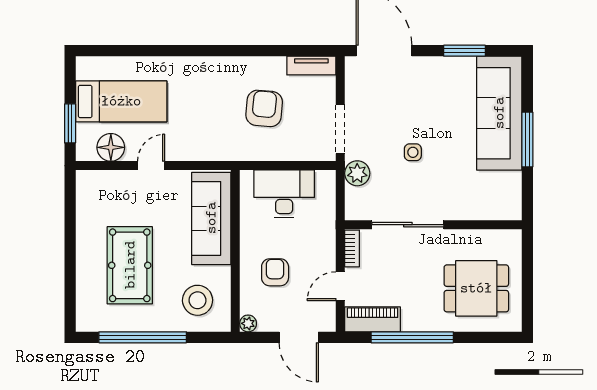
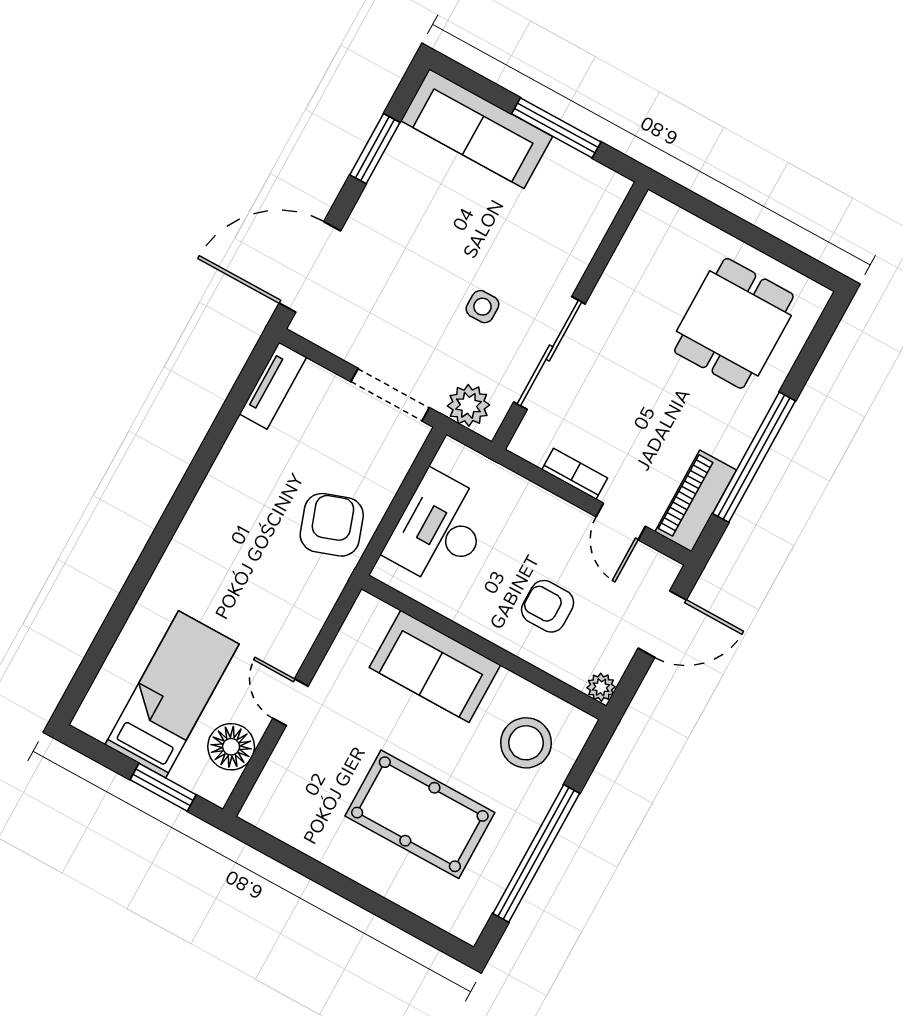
armchair: (264, 108) -> (332, 525), moved, turned 66
sofa: (499, 113) -> (477, 129), width x0.74, depth x0.79
sofa: (211, 218) -> (435, 666), width x0.73
sliding door: (408, 225) -> (549, 353), moved
wall: (433, 225) -> (570, 316), moved

